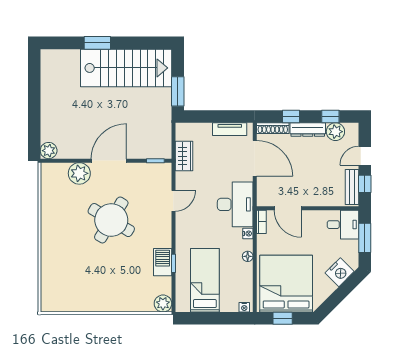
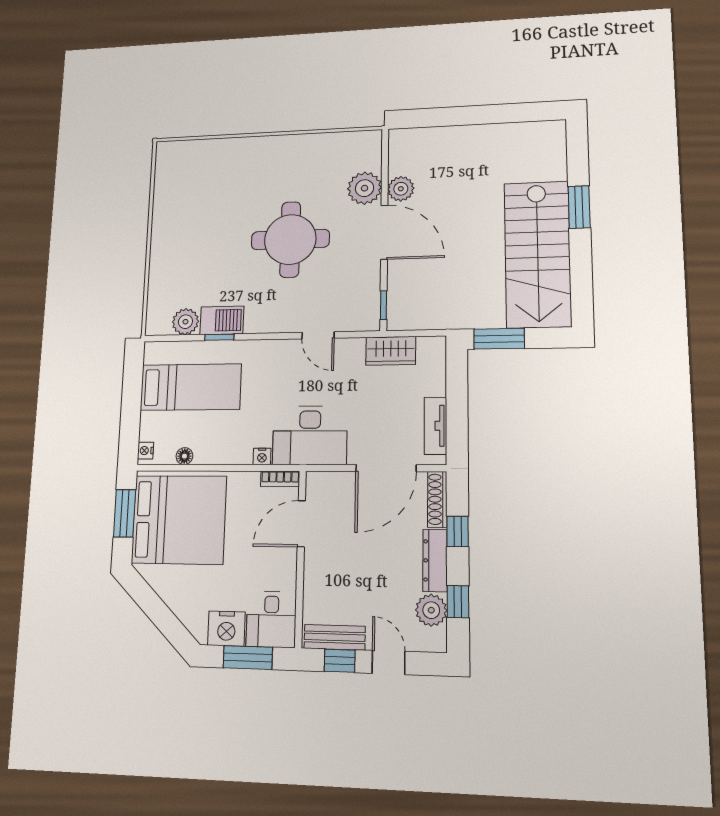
plant: (49, 151) -> (401, 189), moved
round table: (111, 220) -> (290, 239), turned -31
floor lamp: (248, 256) -> (184, 456), moved
nightstand: (340, 272) -> (226, 629), moved, turned -45
plant: (163, 304) -> (185, 322), moved
window: (283, 318) -> (125, 513), width x1.50

